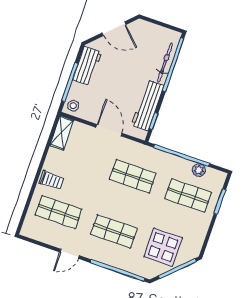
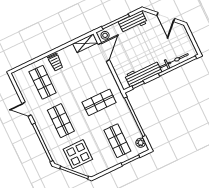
door: (109, 130) -> (104, 52), moved
plant: (199, 170) -> (141, 143), moved
shop shelf: (133, 176) -> (99, 102), turned 90

